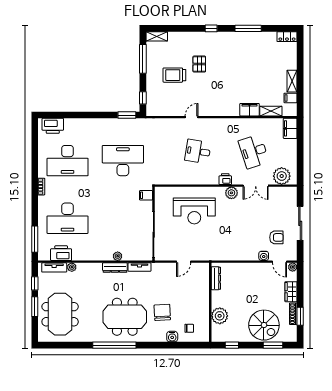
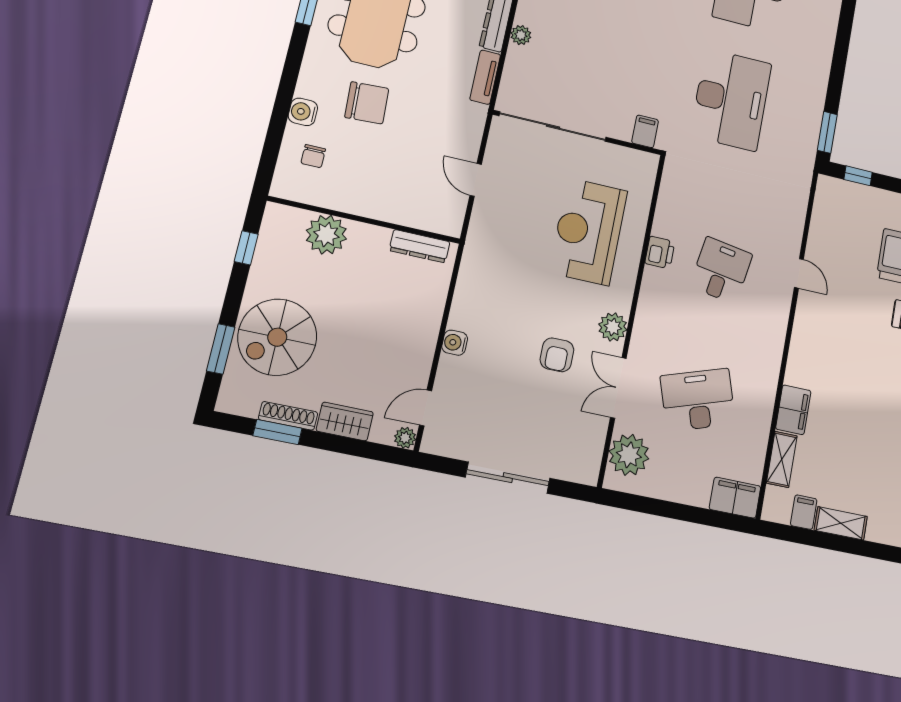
printer: (225, 179) -> (660, 252), moved
armchair: (276, 237) -> (557, 355), moved
water cooler: (264, 256) -> (455, 343), moved

